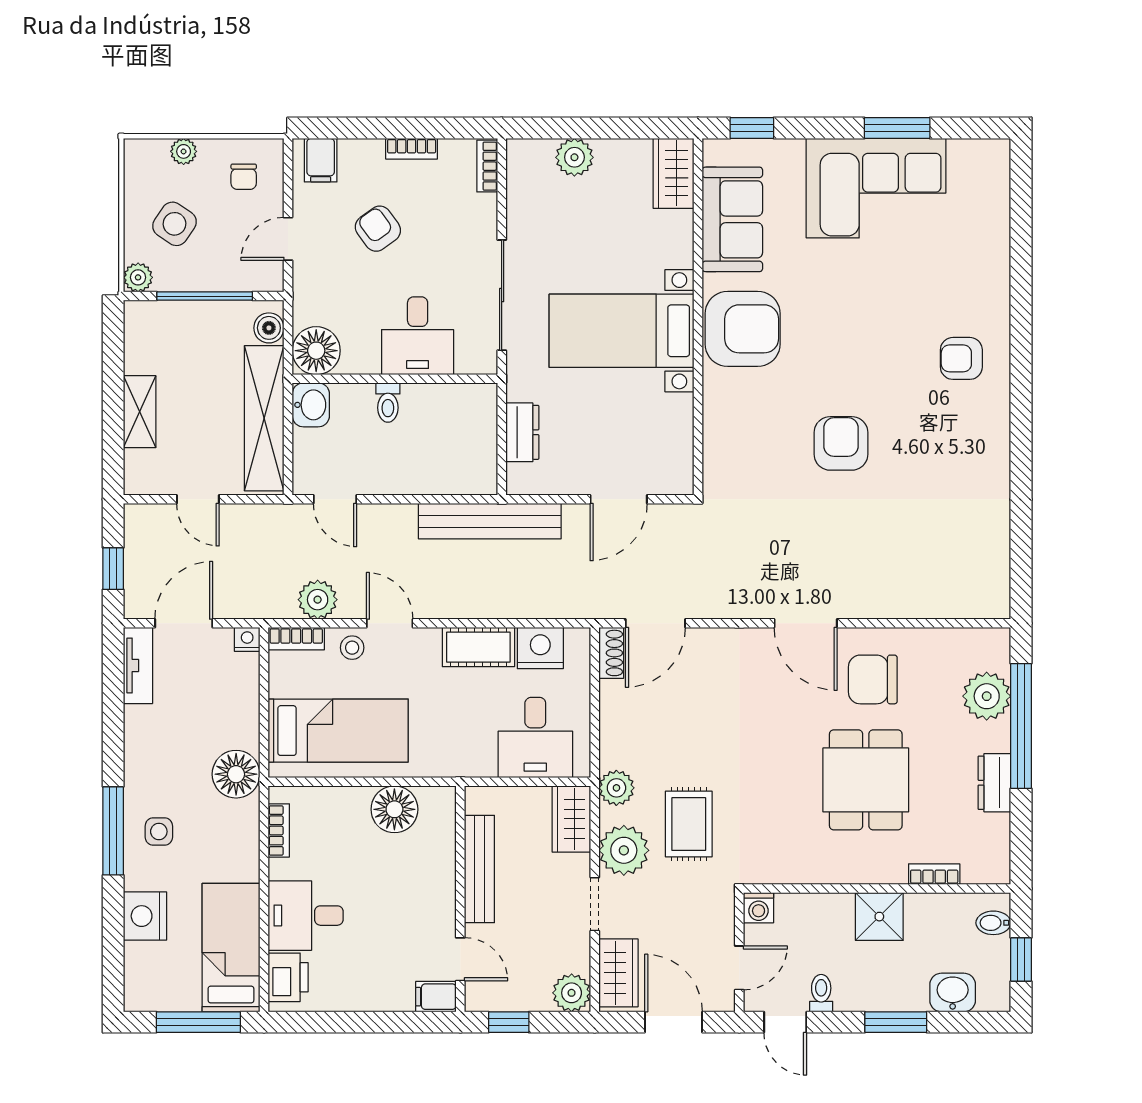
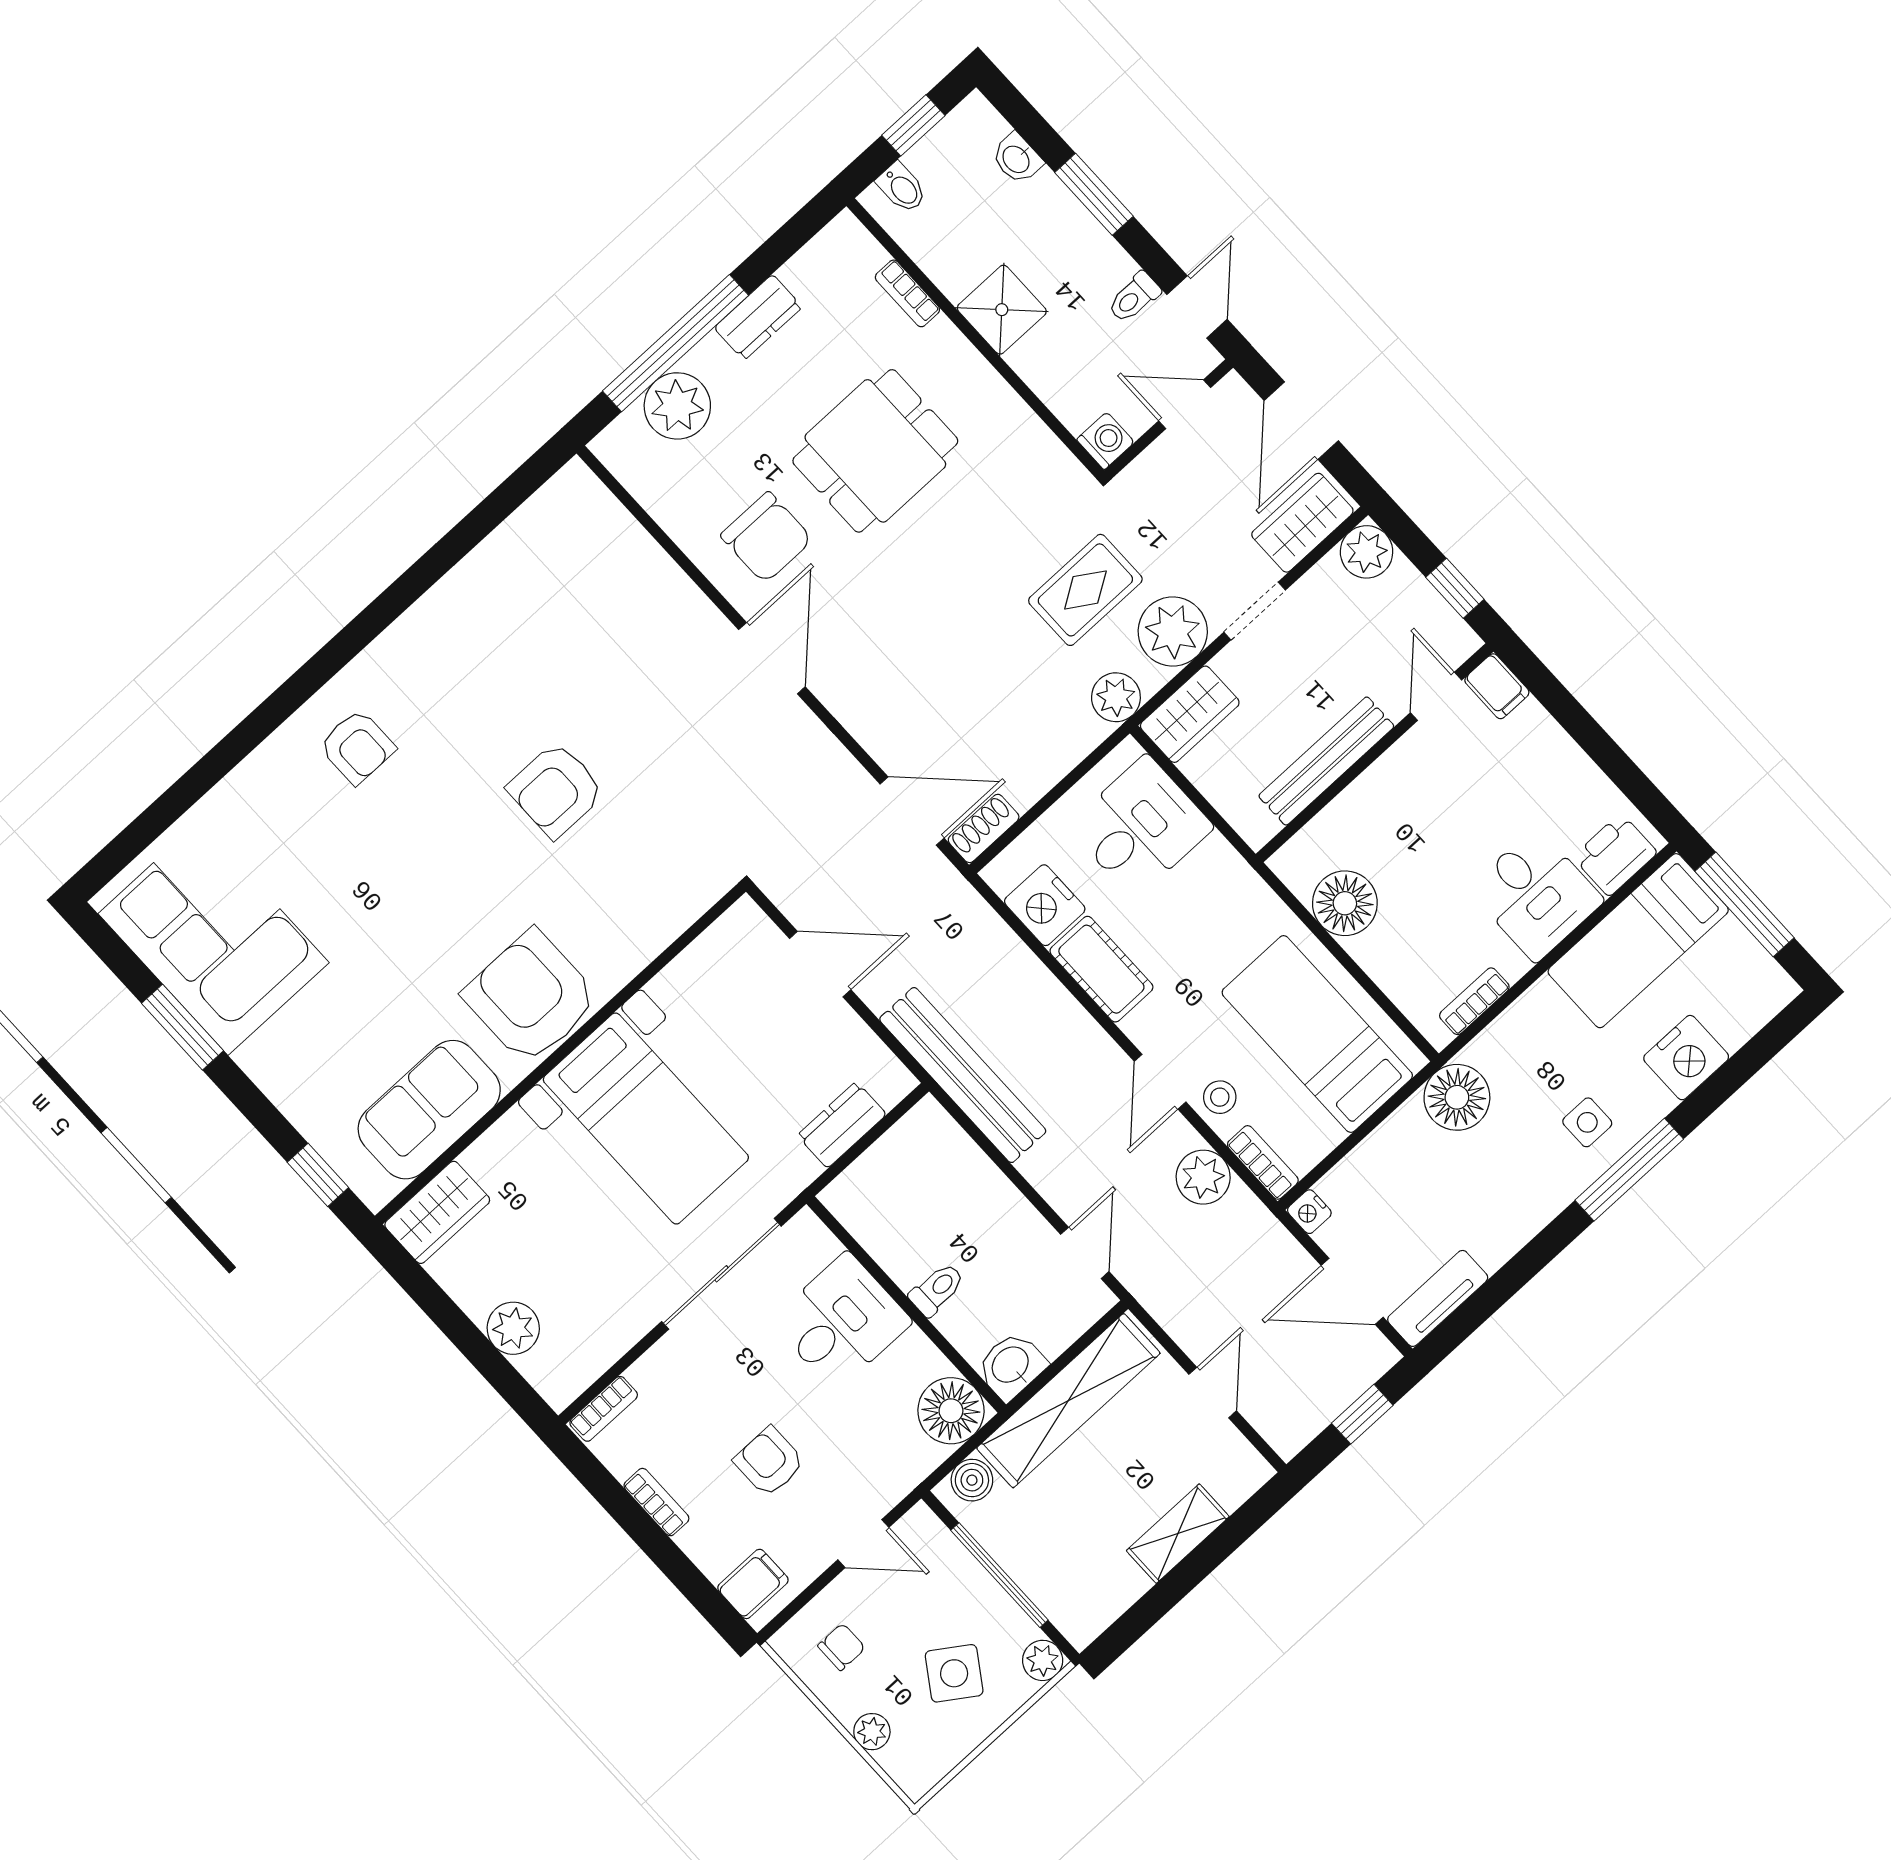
corner sofa: (876, 188) -> (214, 938), moved
armchair: (378, 229) -> (769, 1462), turned 126
washbasin: (953, 993) -> (1017, 159), width x0.72, depth x0.69

